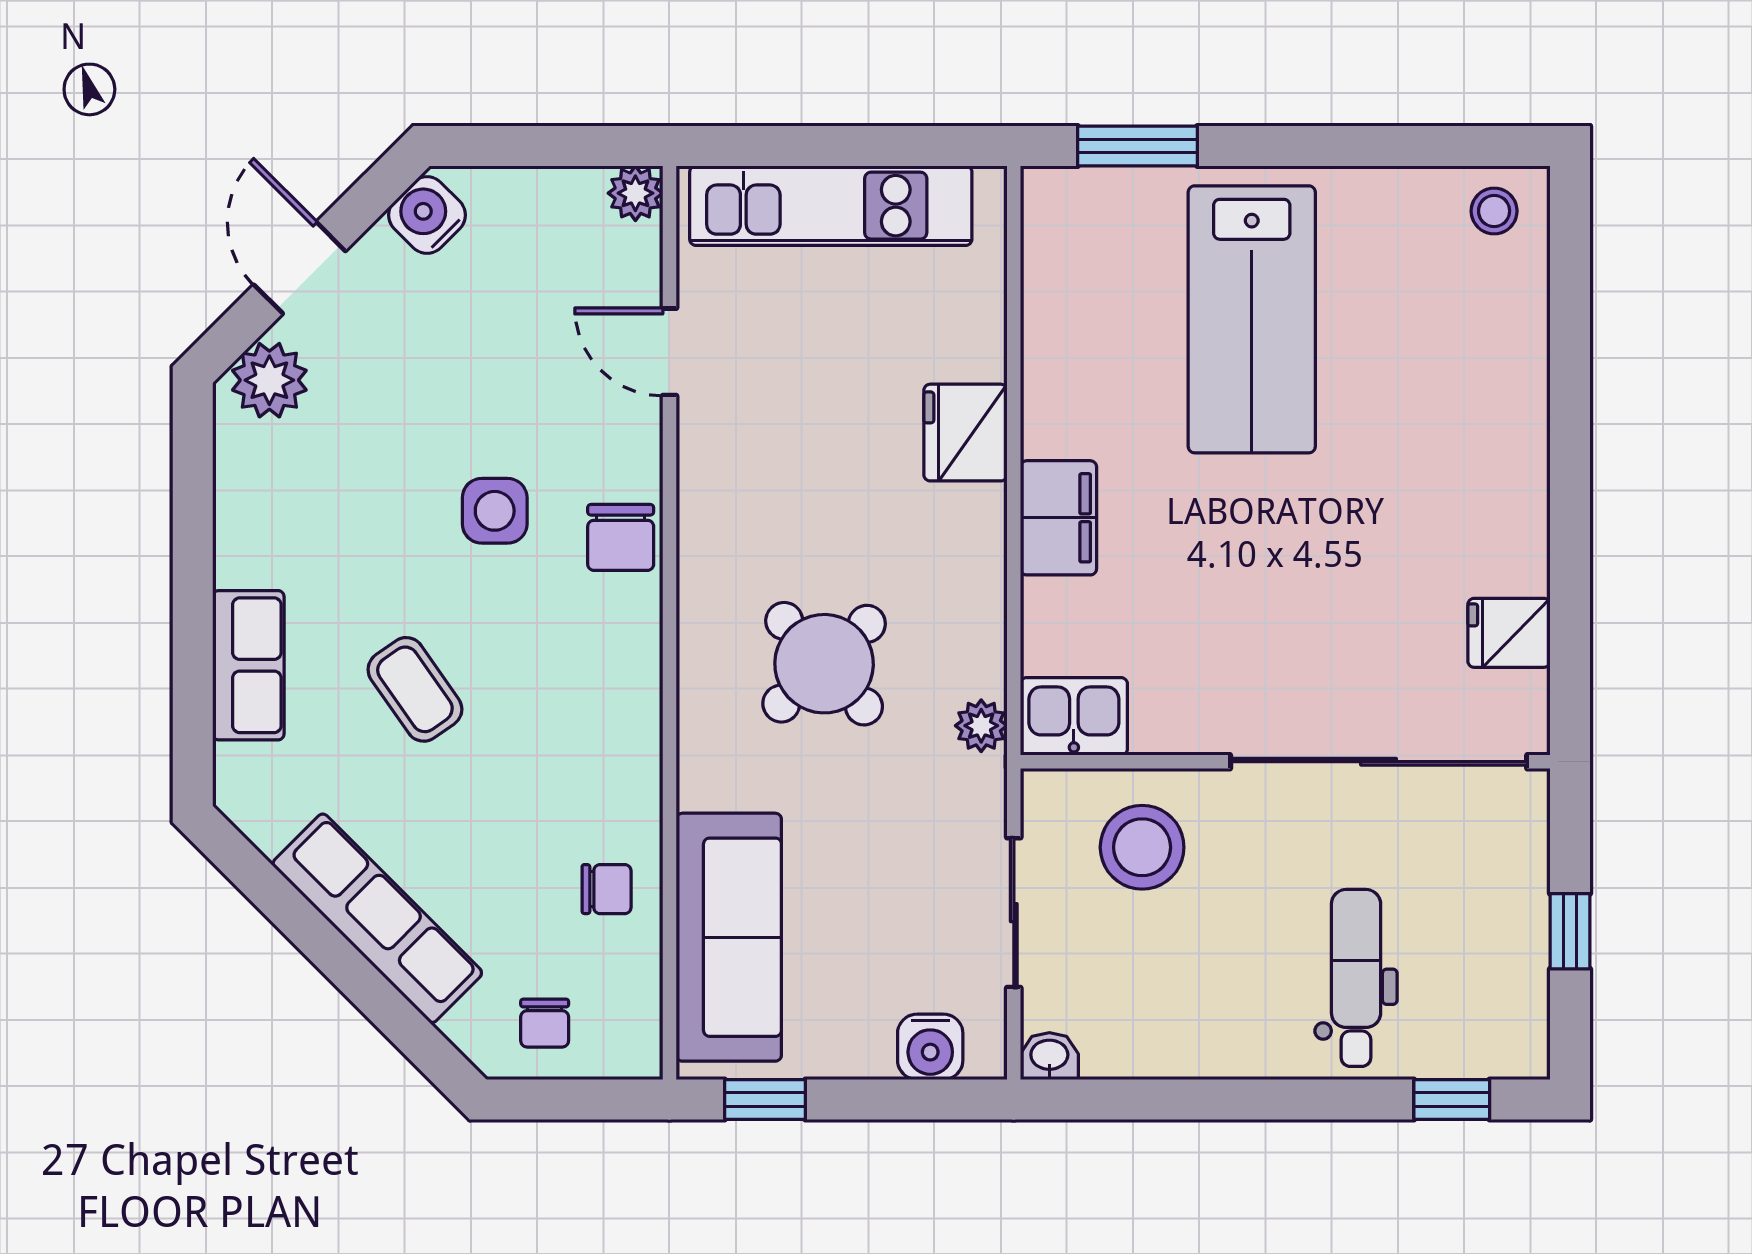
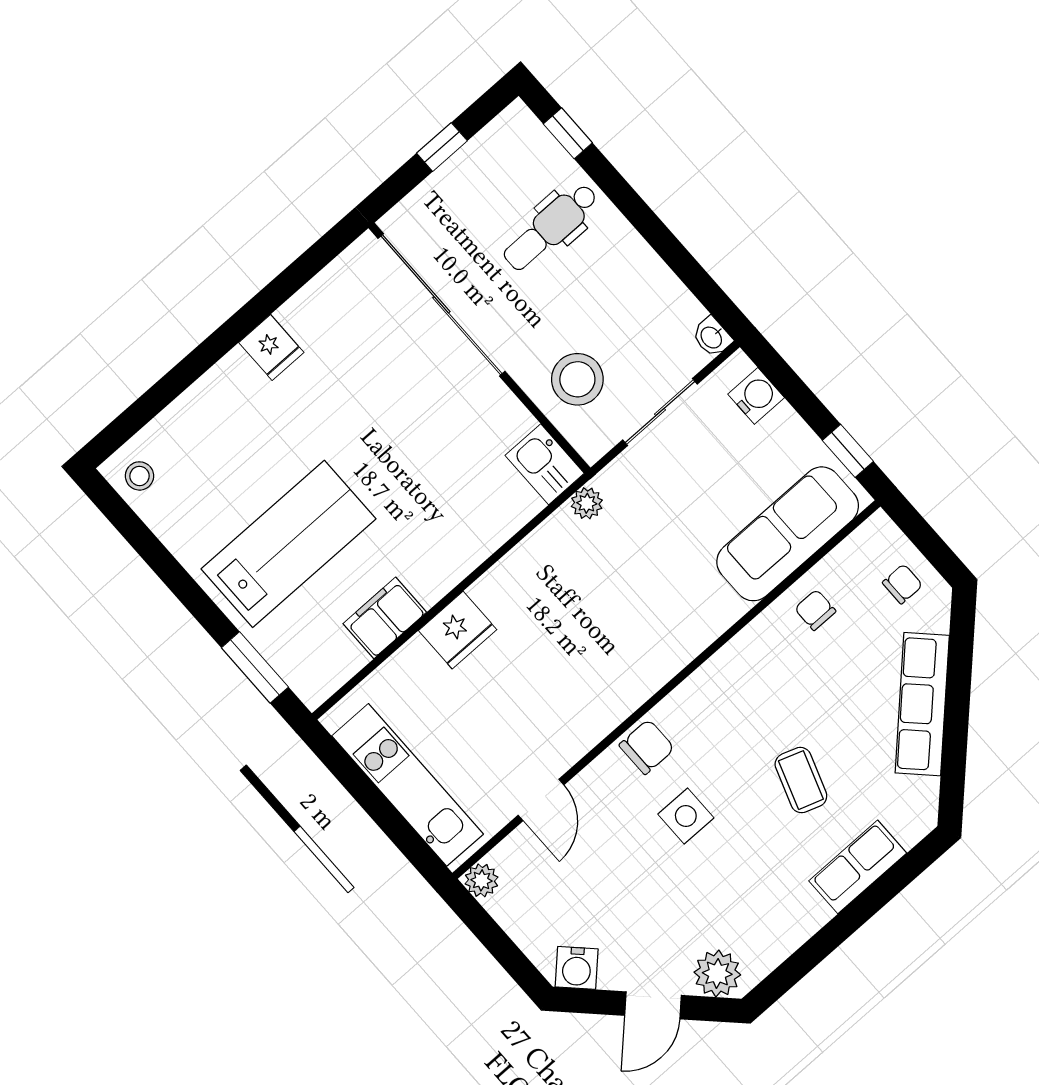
filing cabinet: (1058, 518) -> (385, 618), moved
fridge: (1509, 633) -> (271, 347), moved
round table: (824, 664) -> (622, 601), removed
coffee table: (415, 689) -> (801, 780), turned -36

